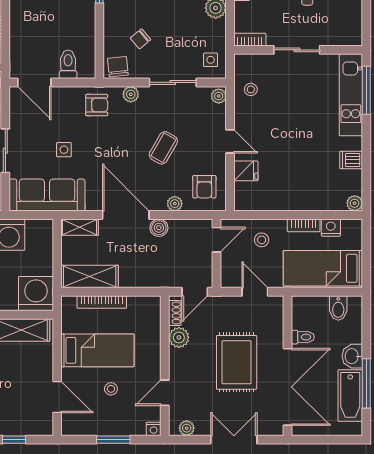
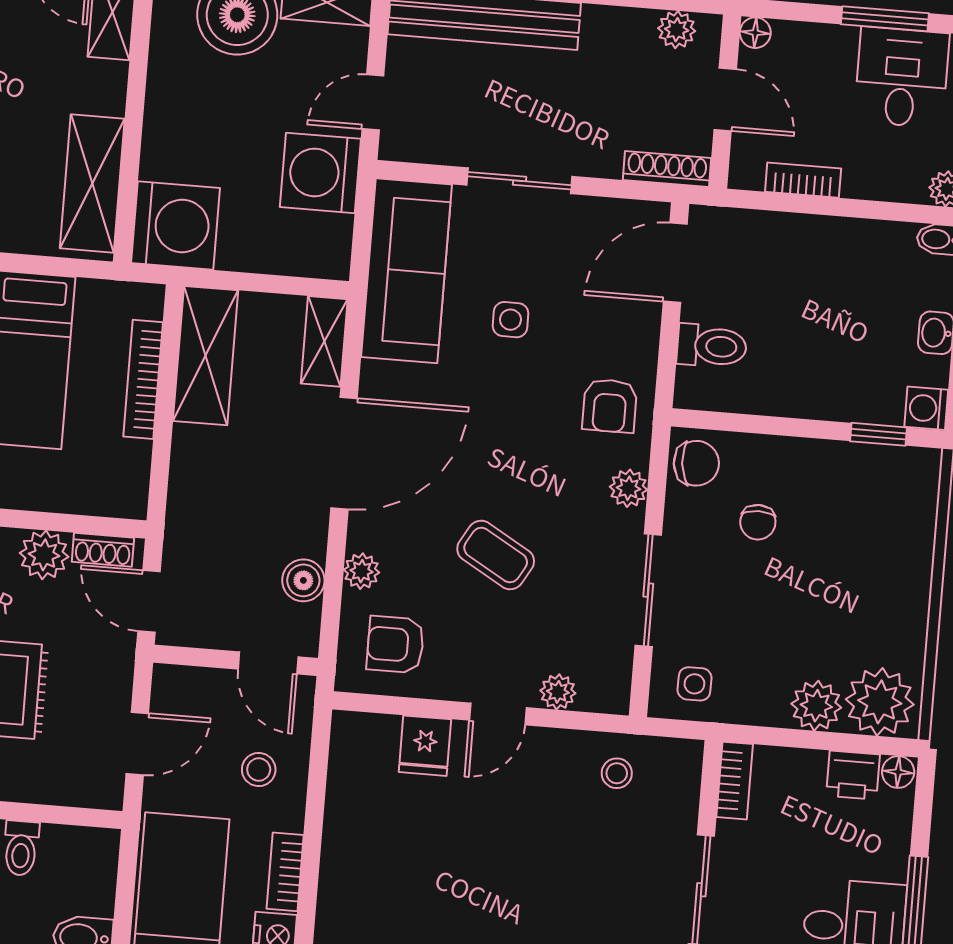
chair: (140, 39) -> (758, 522), turned -140
plant: (219, 96) -> (558, 692), moved
boiler: (159, 228) -> (303, 580), moved

